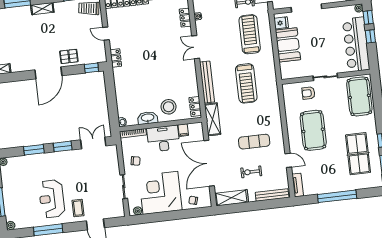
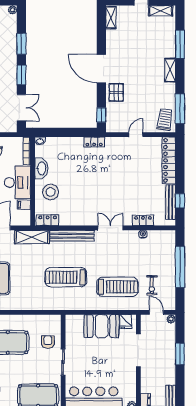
locker: (116, 58) -> (94, 142), moved

